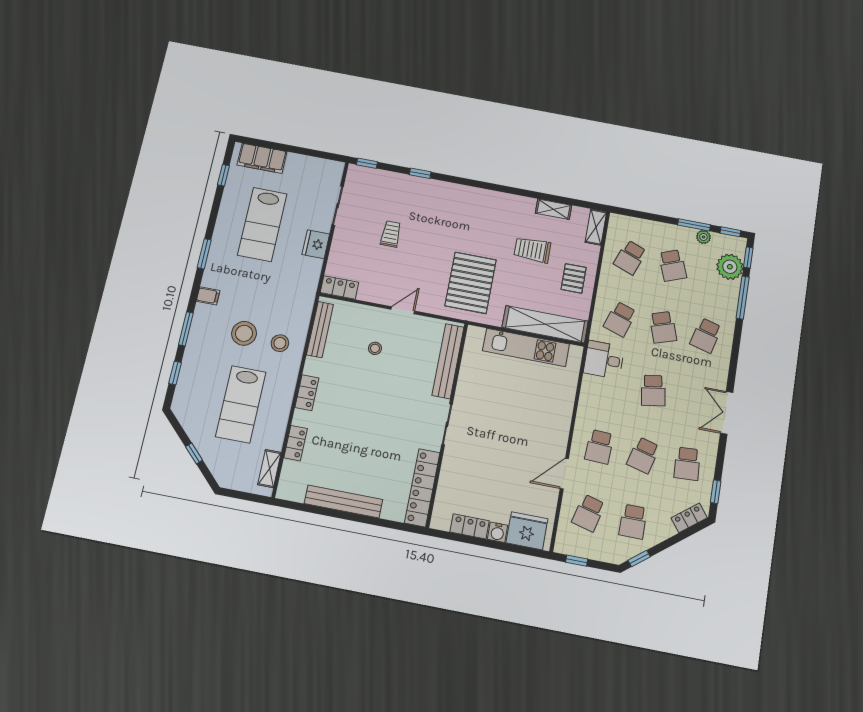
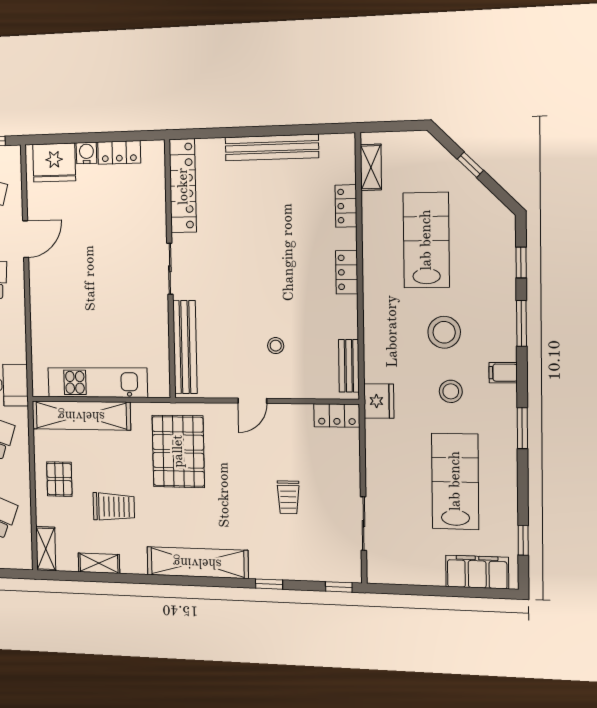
shelving: (473, 197) -> (197, 563), added
fridge: (316, 244) -> (379, 401), moved
bench: (320, 330) -> (349, 366), width x0.73
stool: (280, 343) -> (451, 391), moved

